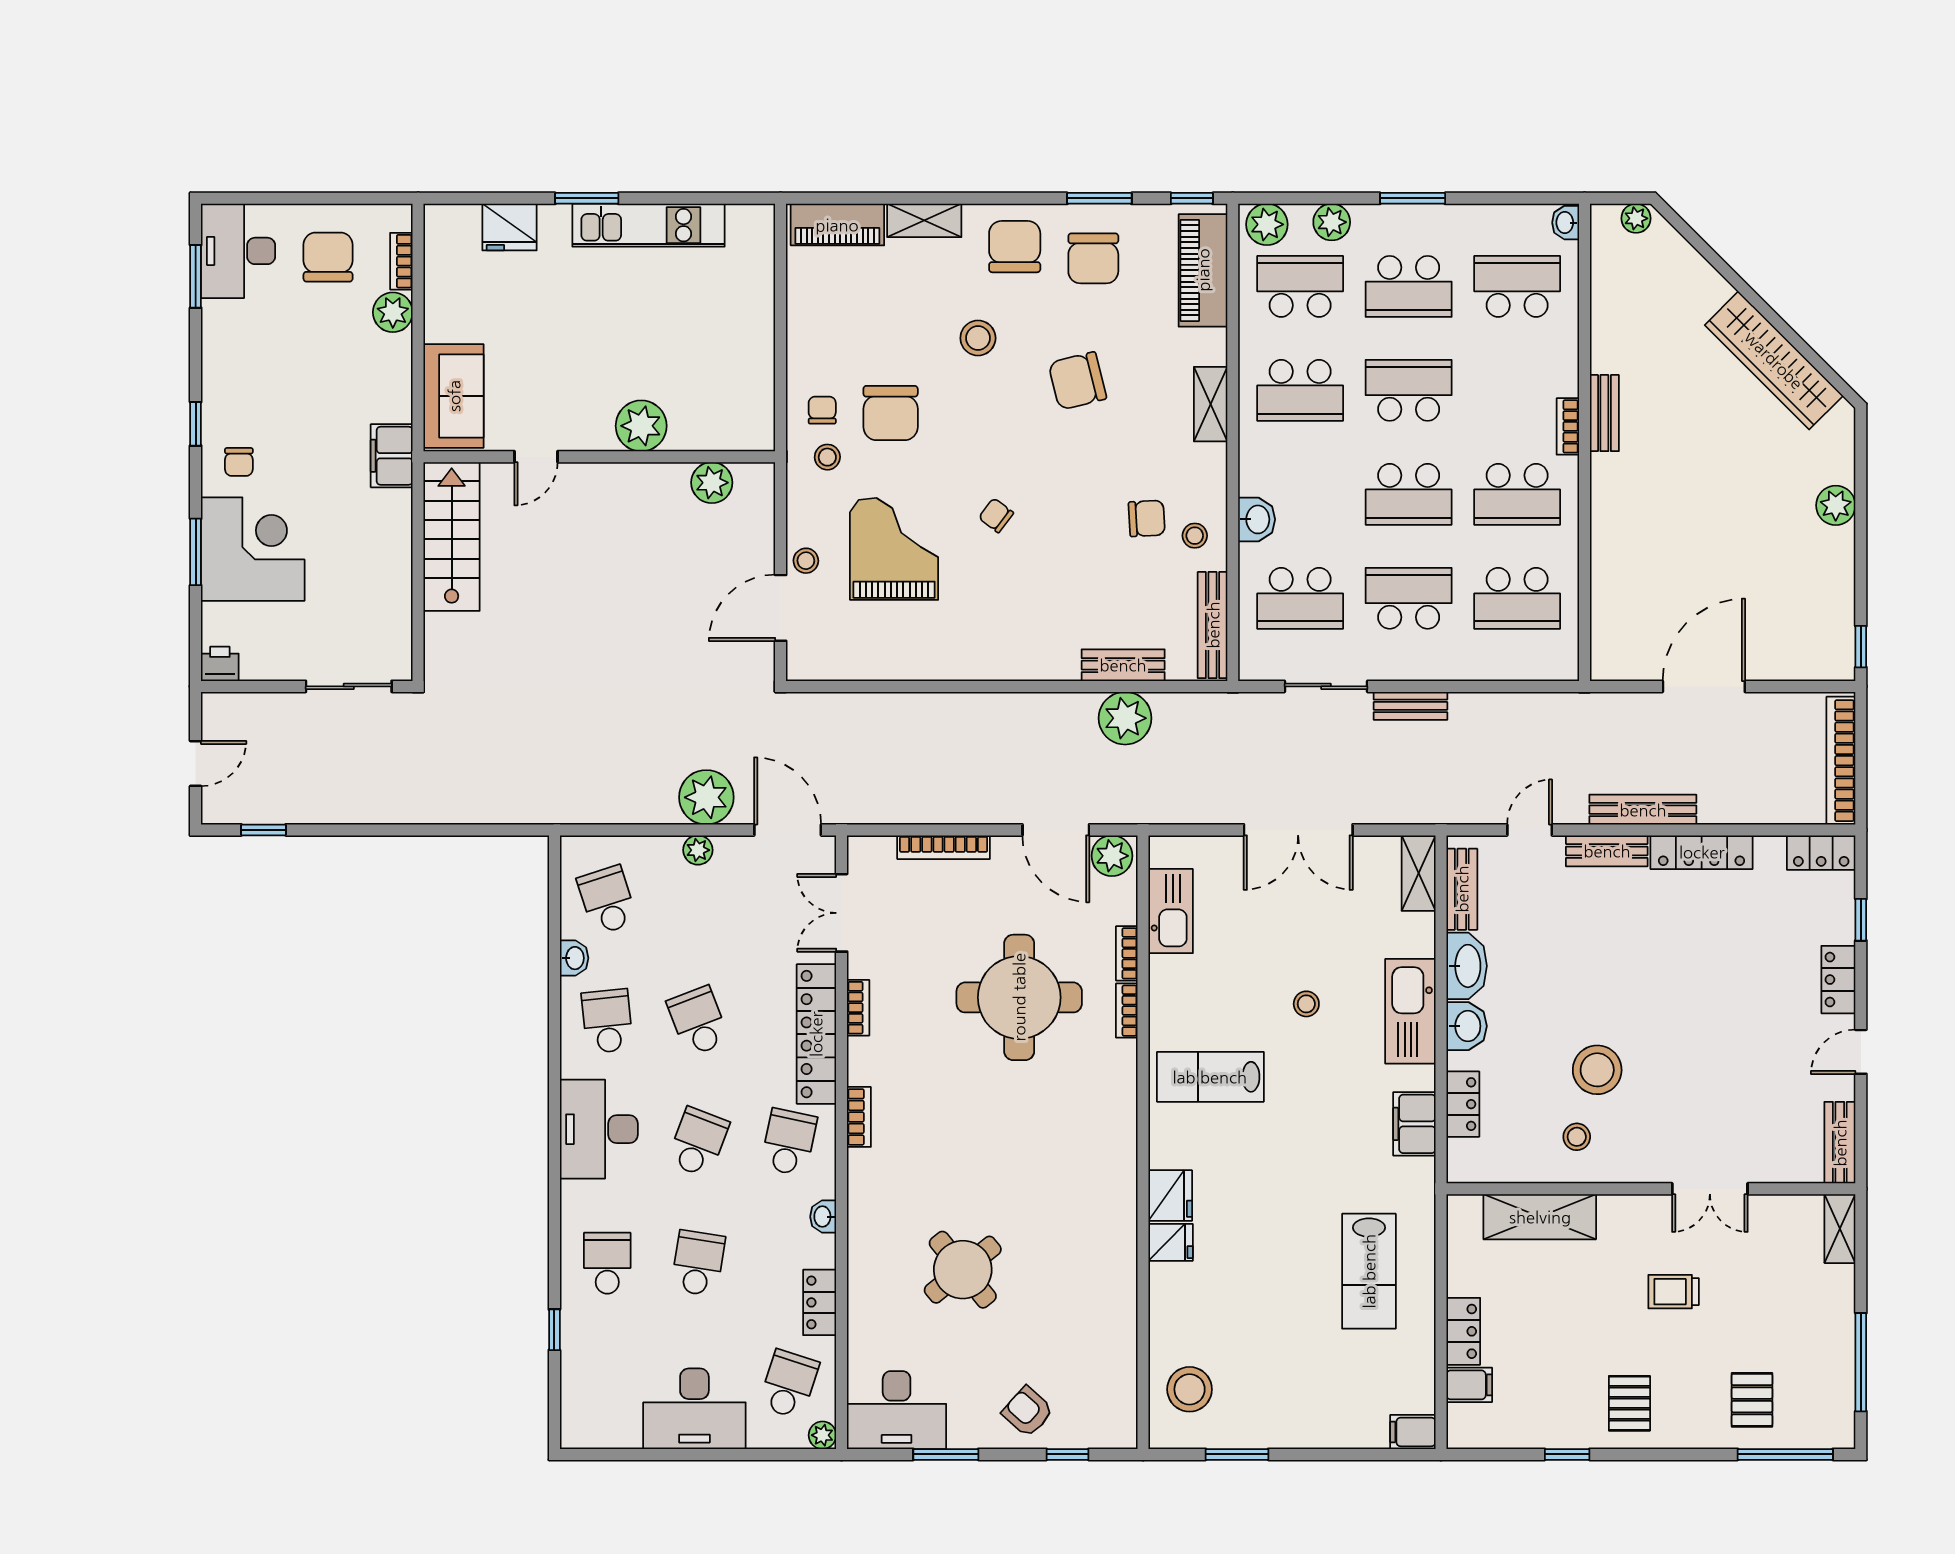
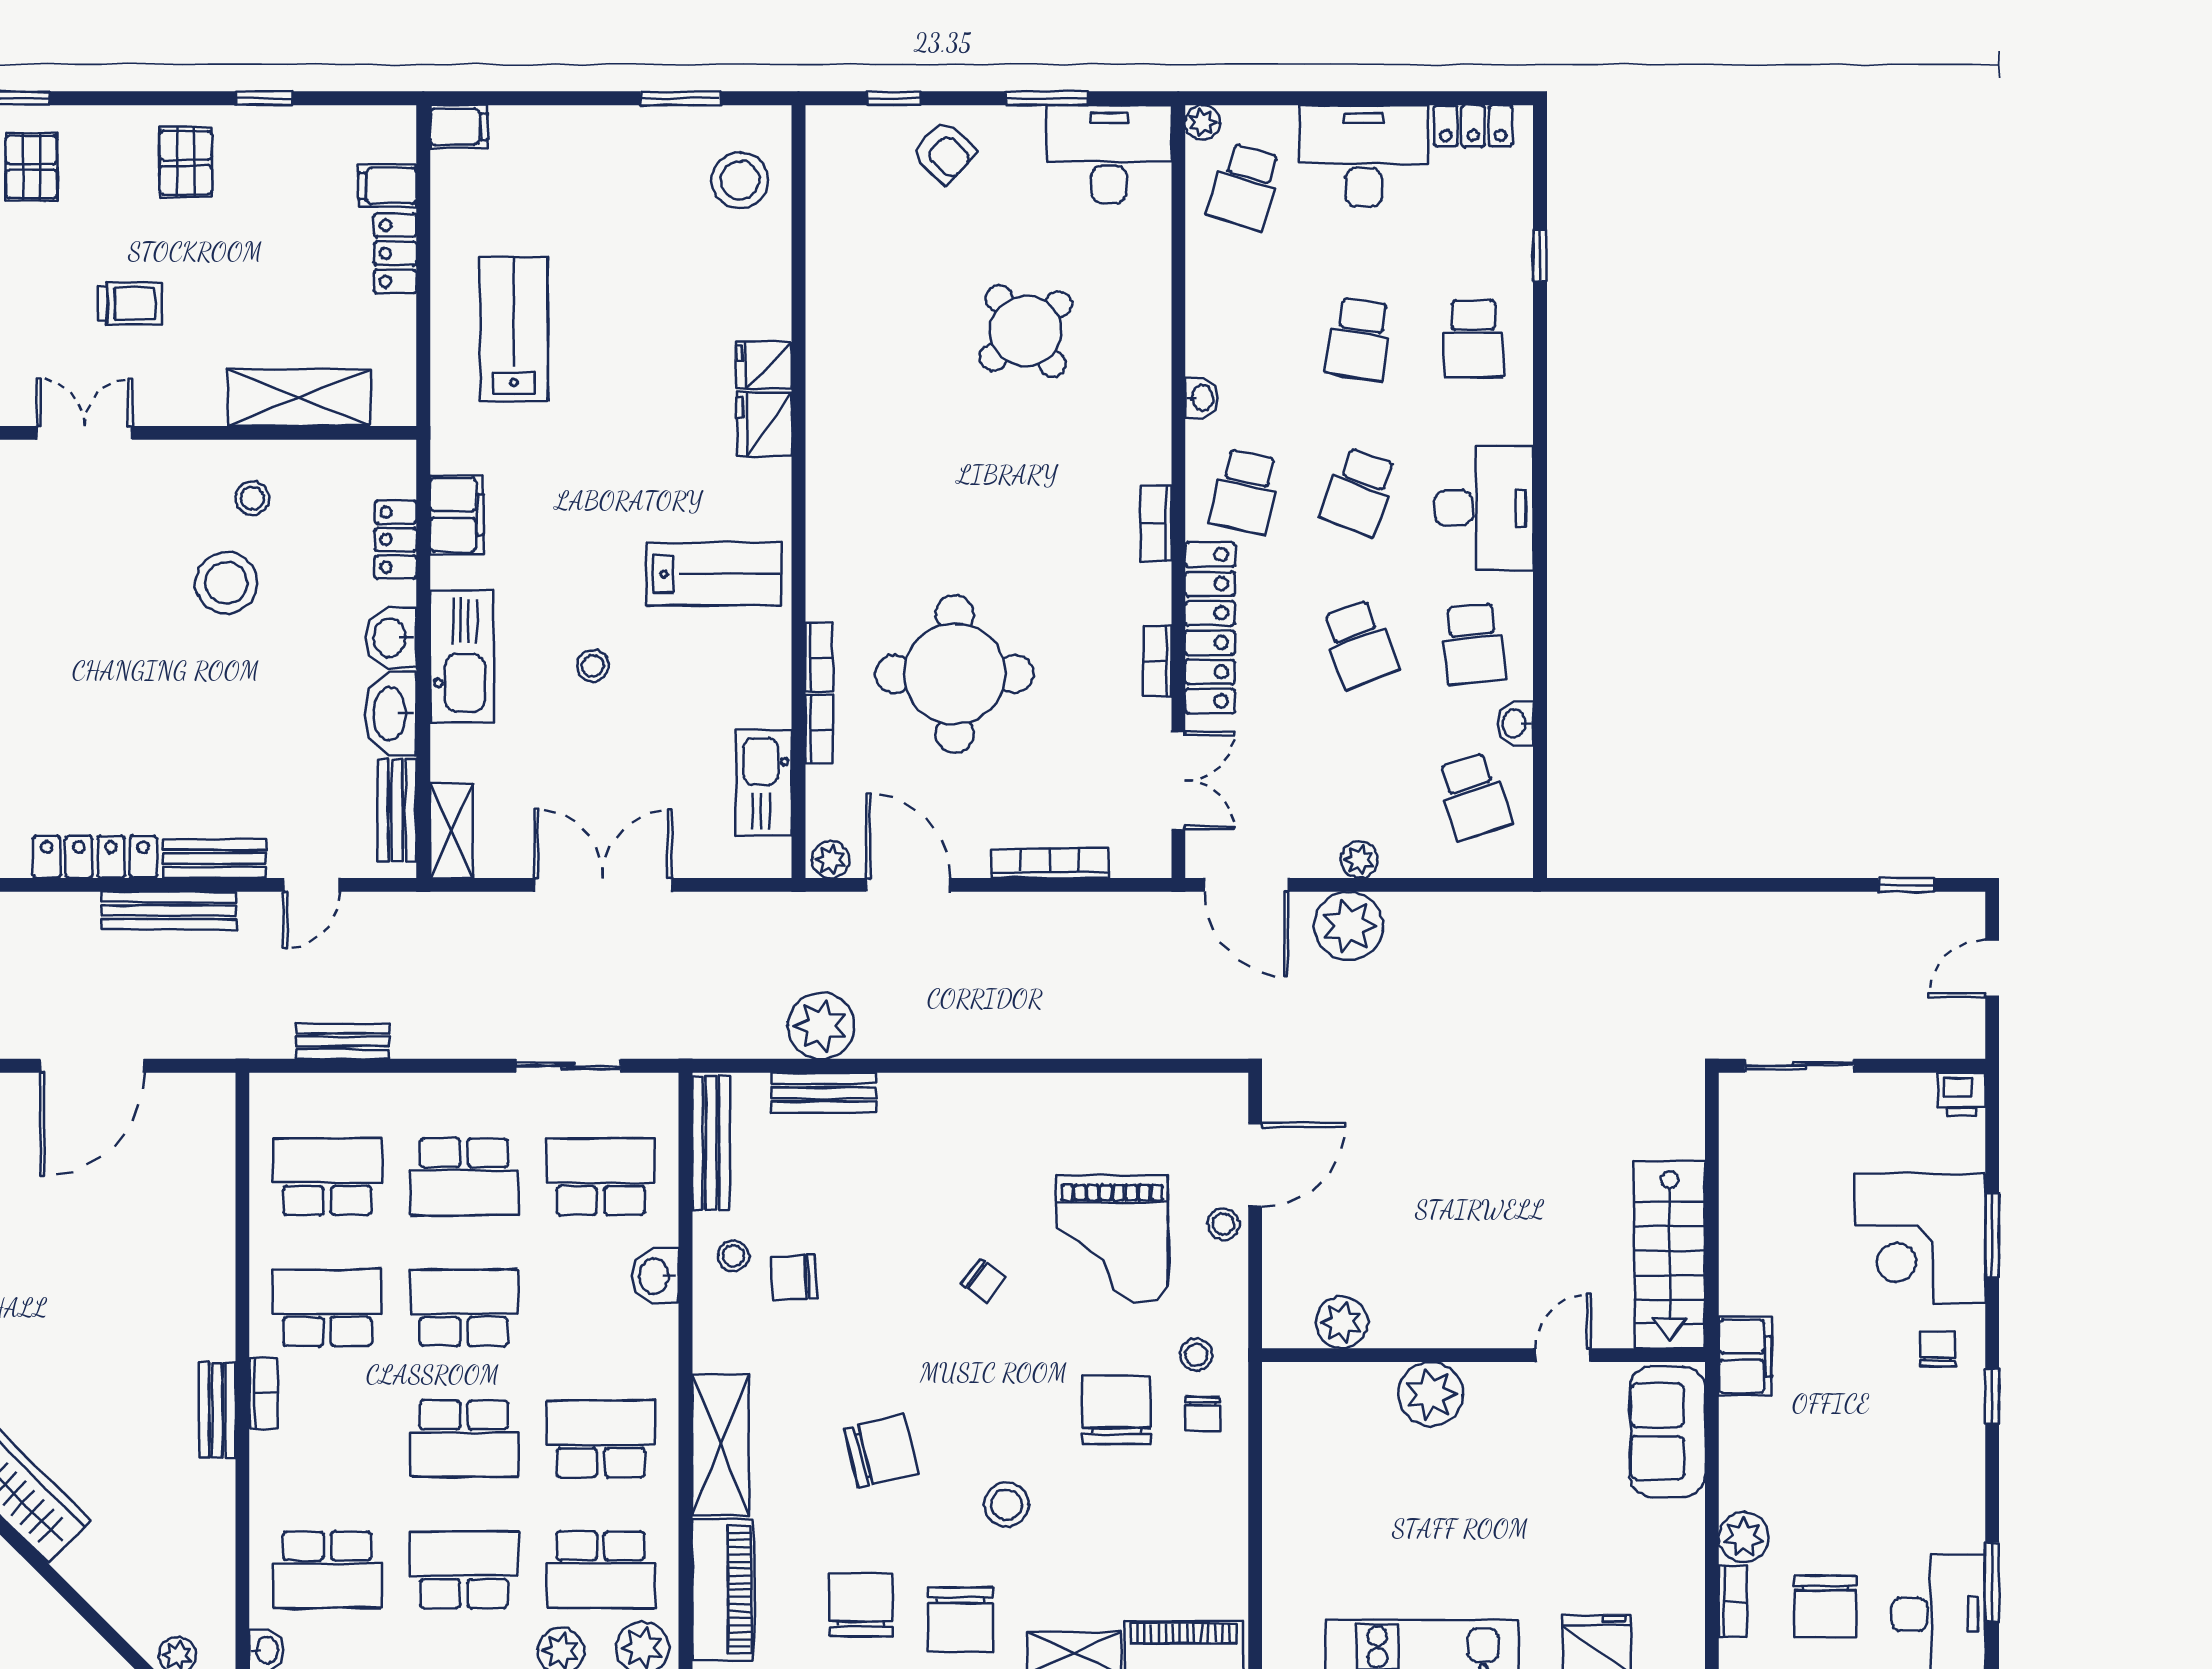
shelving: (1211, 404) -> (720, 1445), width x1.50, depth x1.33
bench: (1411, 706) -> (343, 1041), moved
plant: (1112, 856) -> (831, 859), width x0.73, depth x0.73
locker: (820, 1302) -> (1473, 126), moved, turned 90

